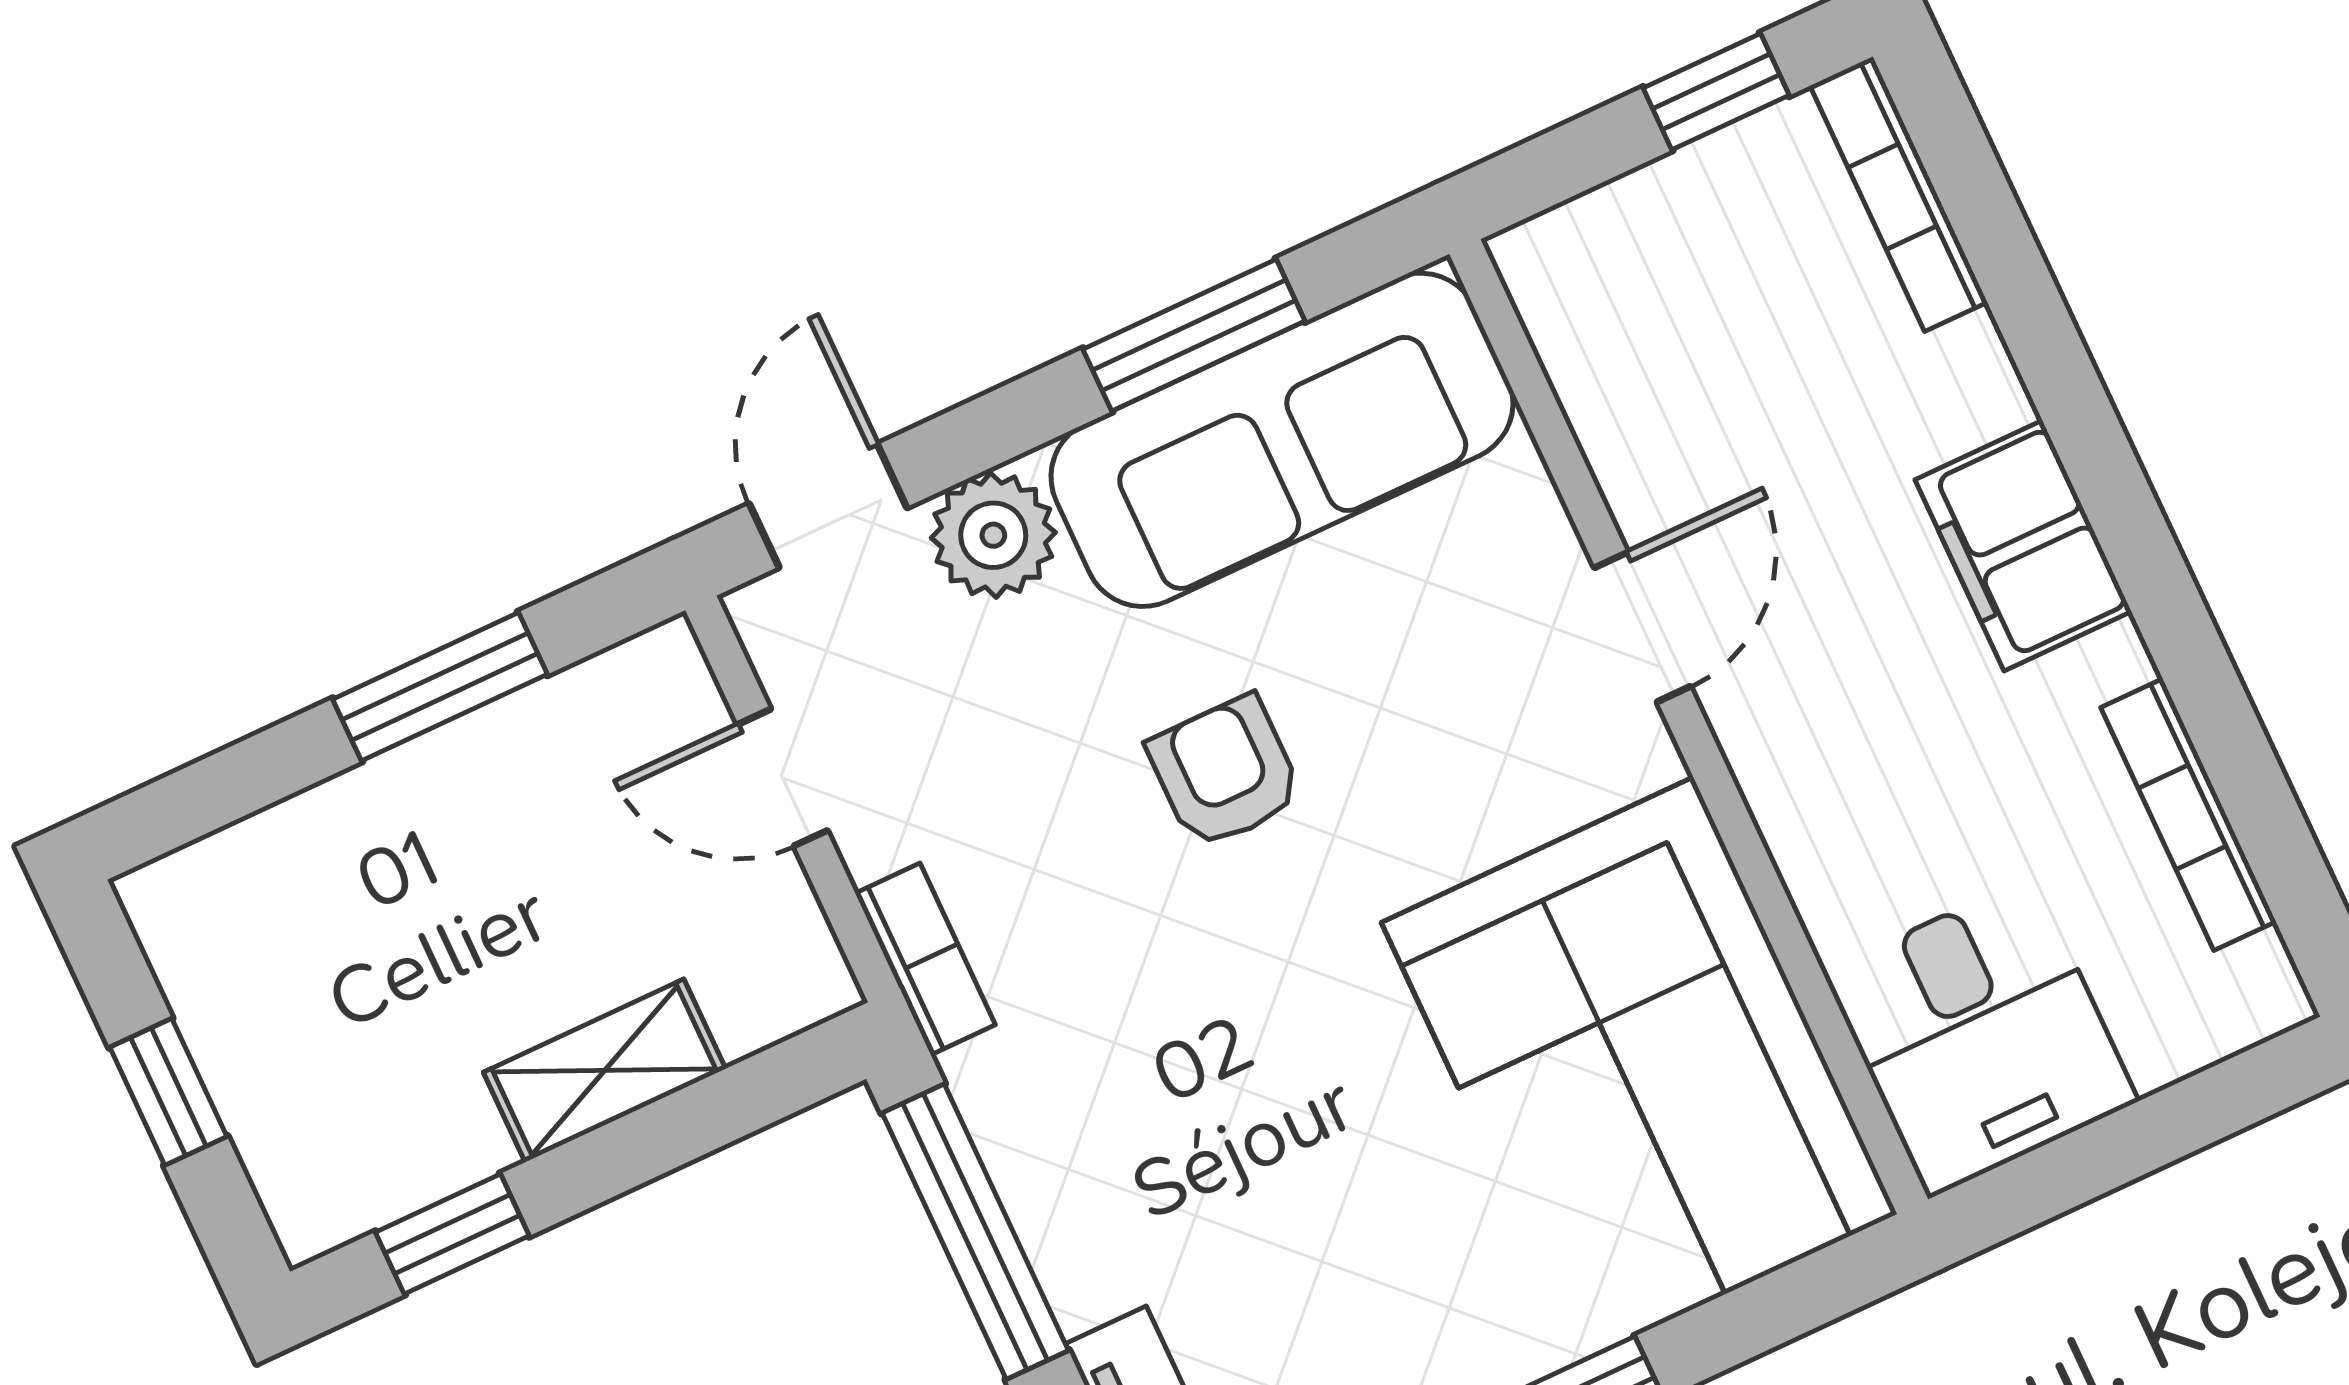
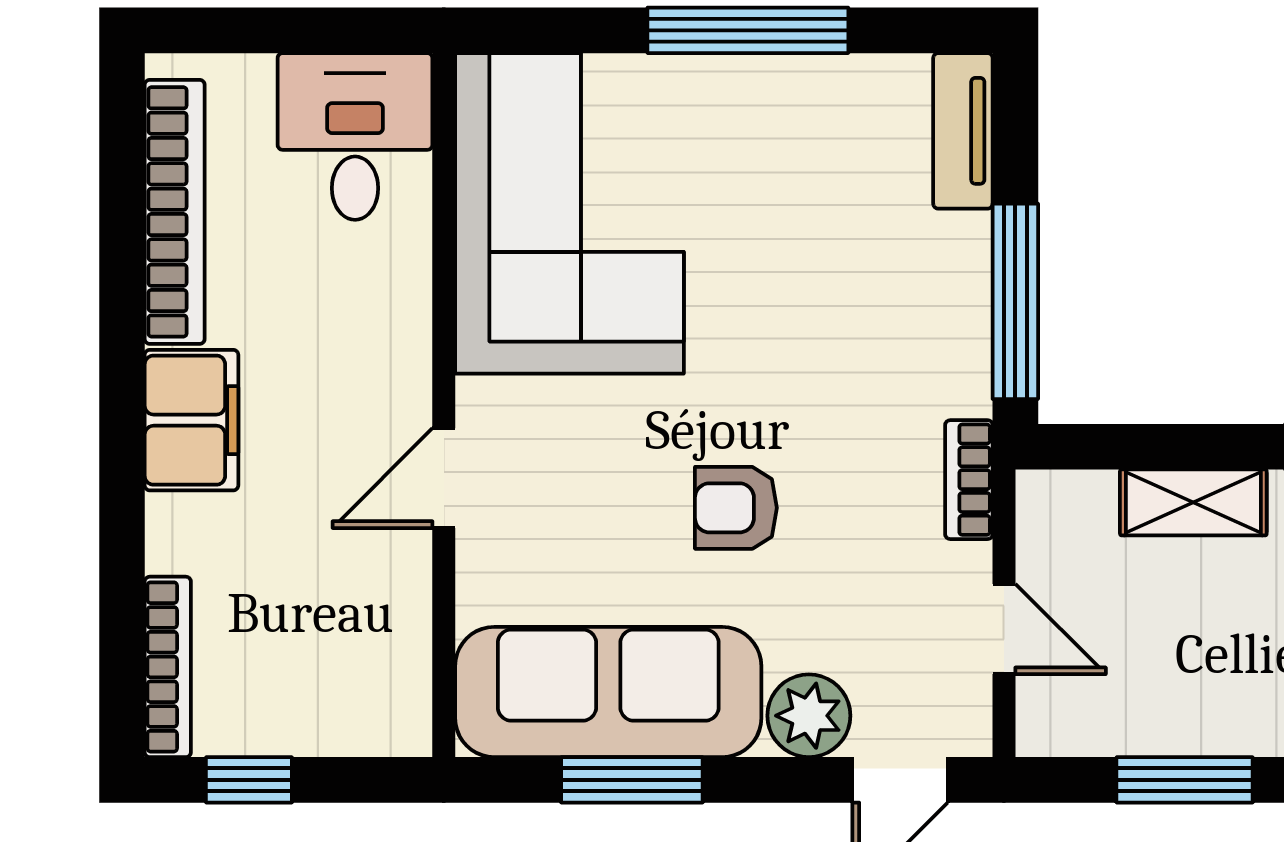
armchair: (1225, 772) -> (736, 508), turned 90
bookcase: (2188, 814) -> (175, 212), width x1.48, depth x1.31

